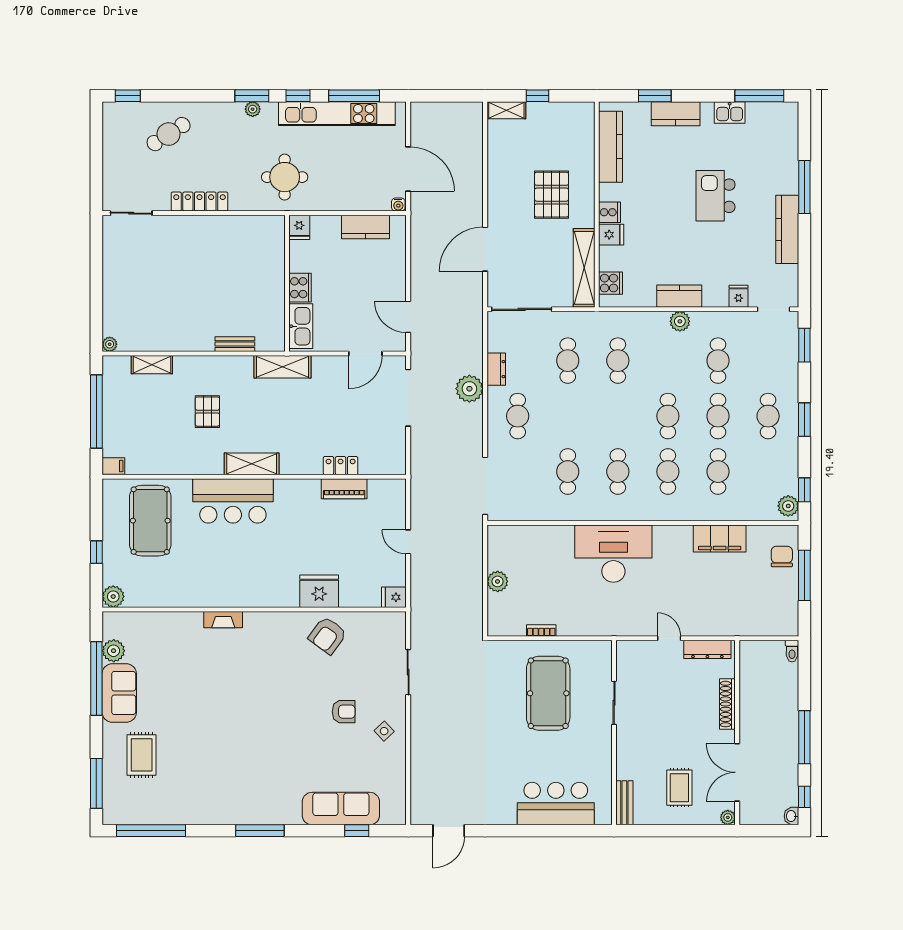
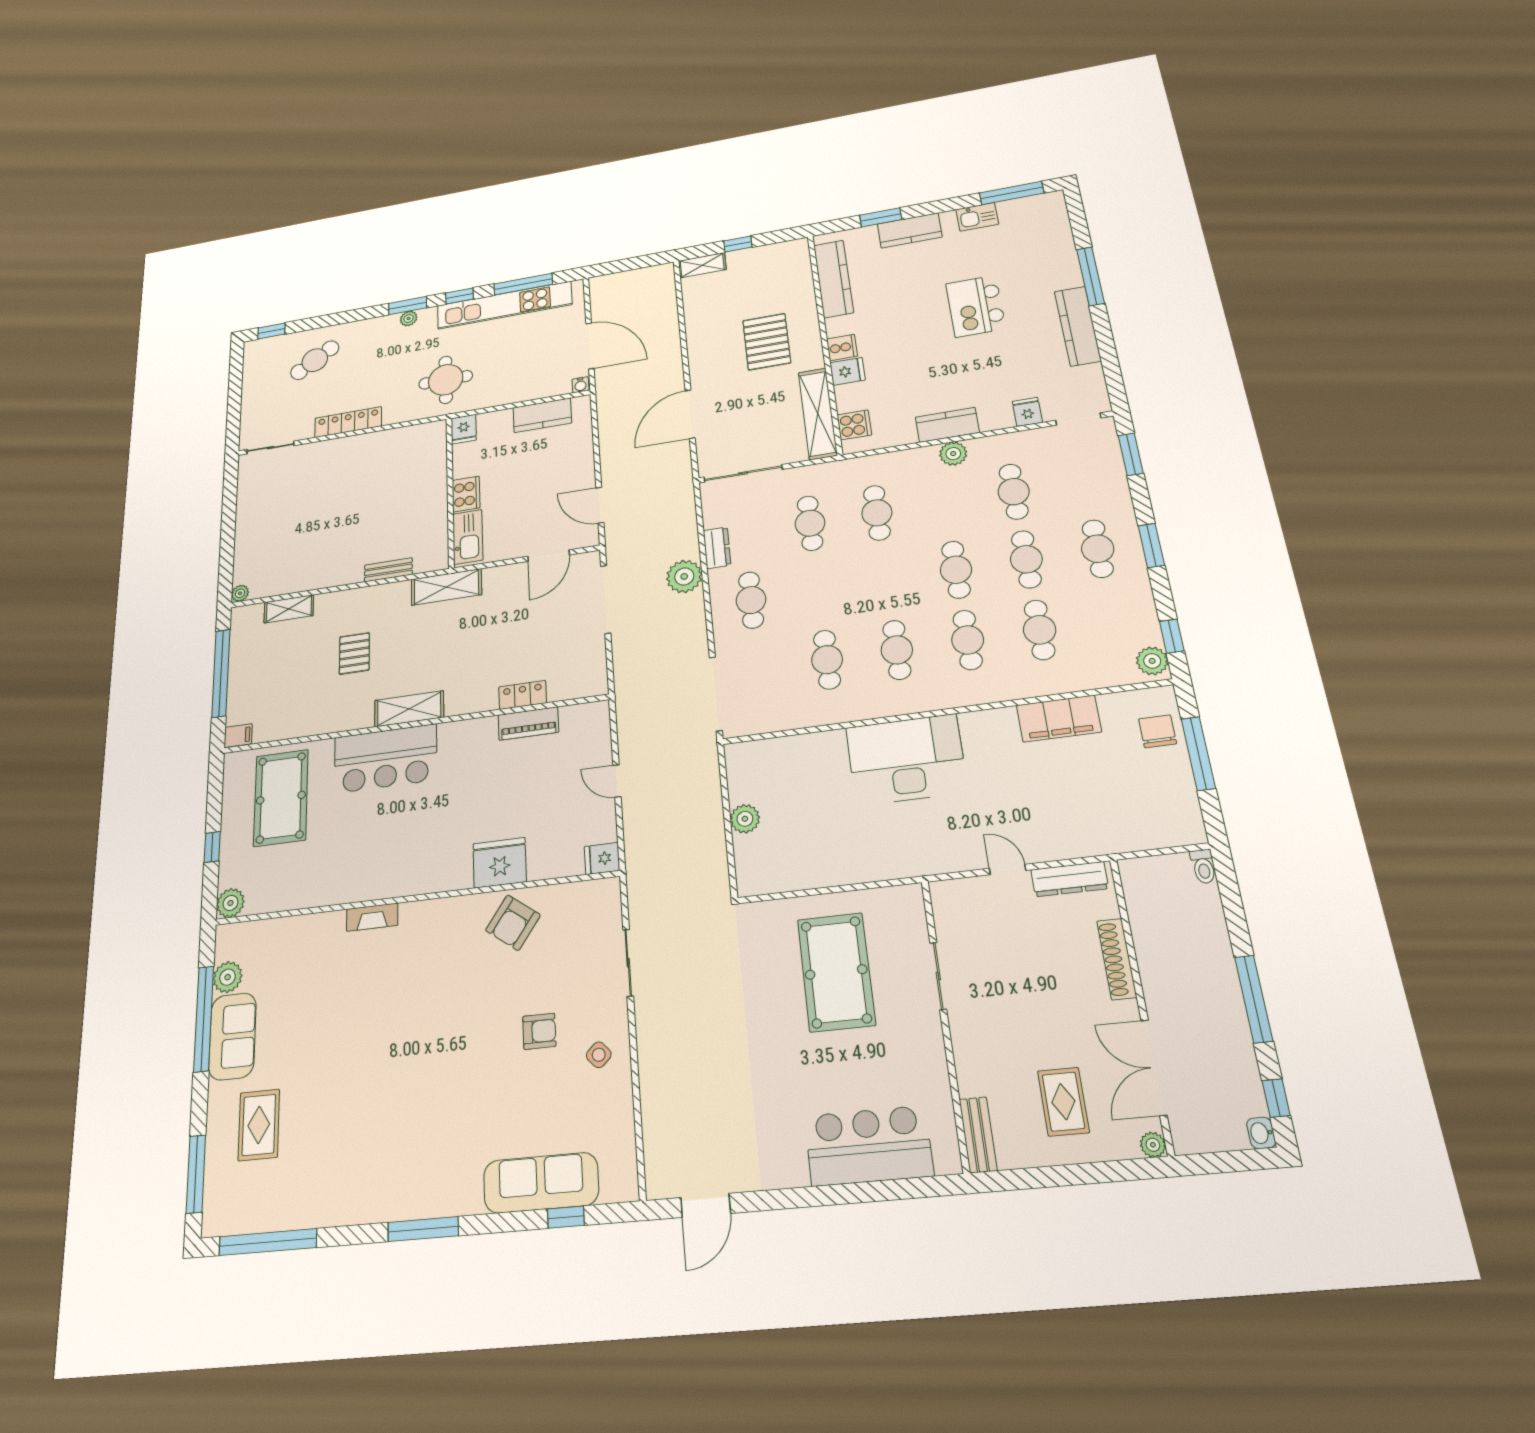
bookcase: (541, 631) -> (815, 880), removed

